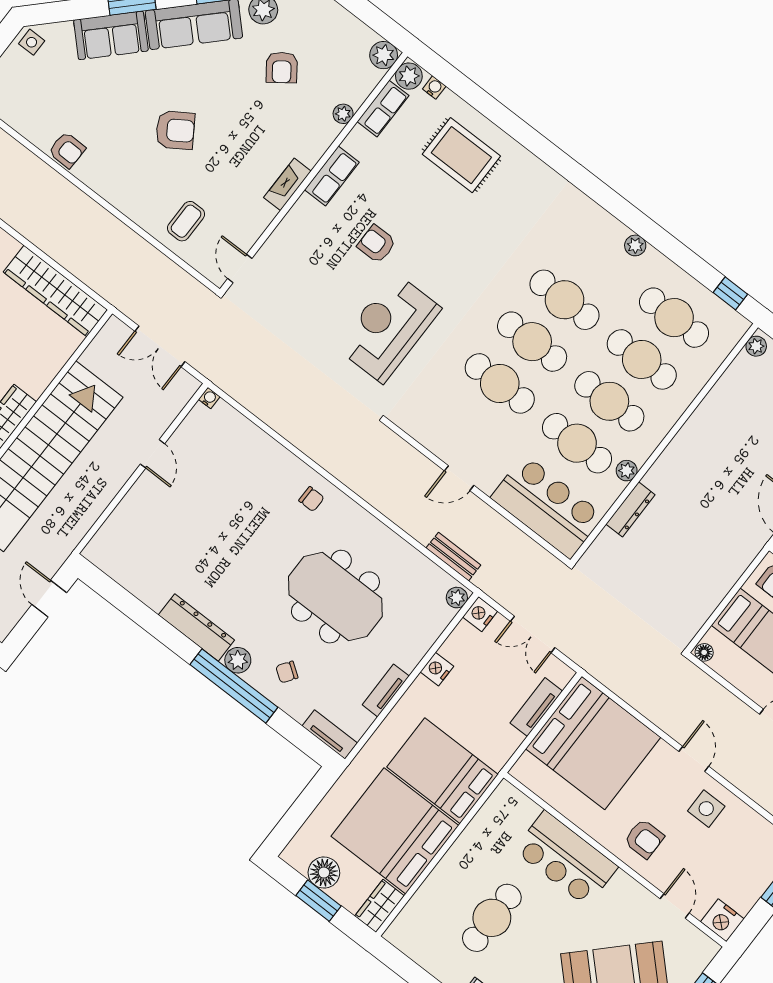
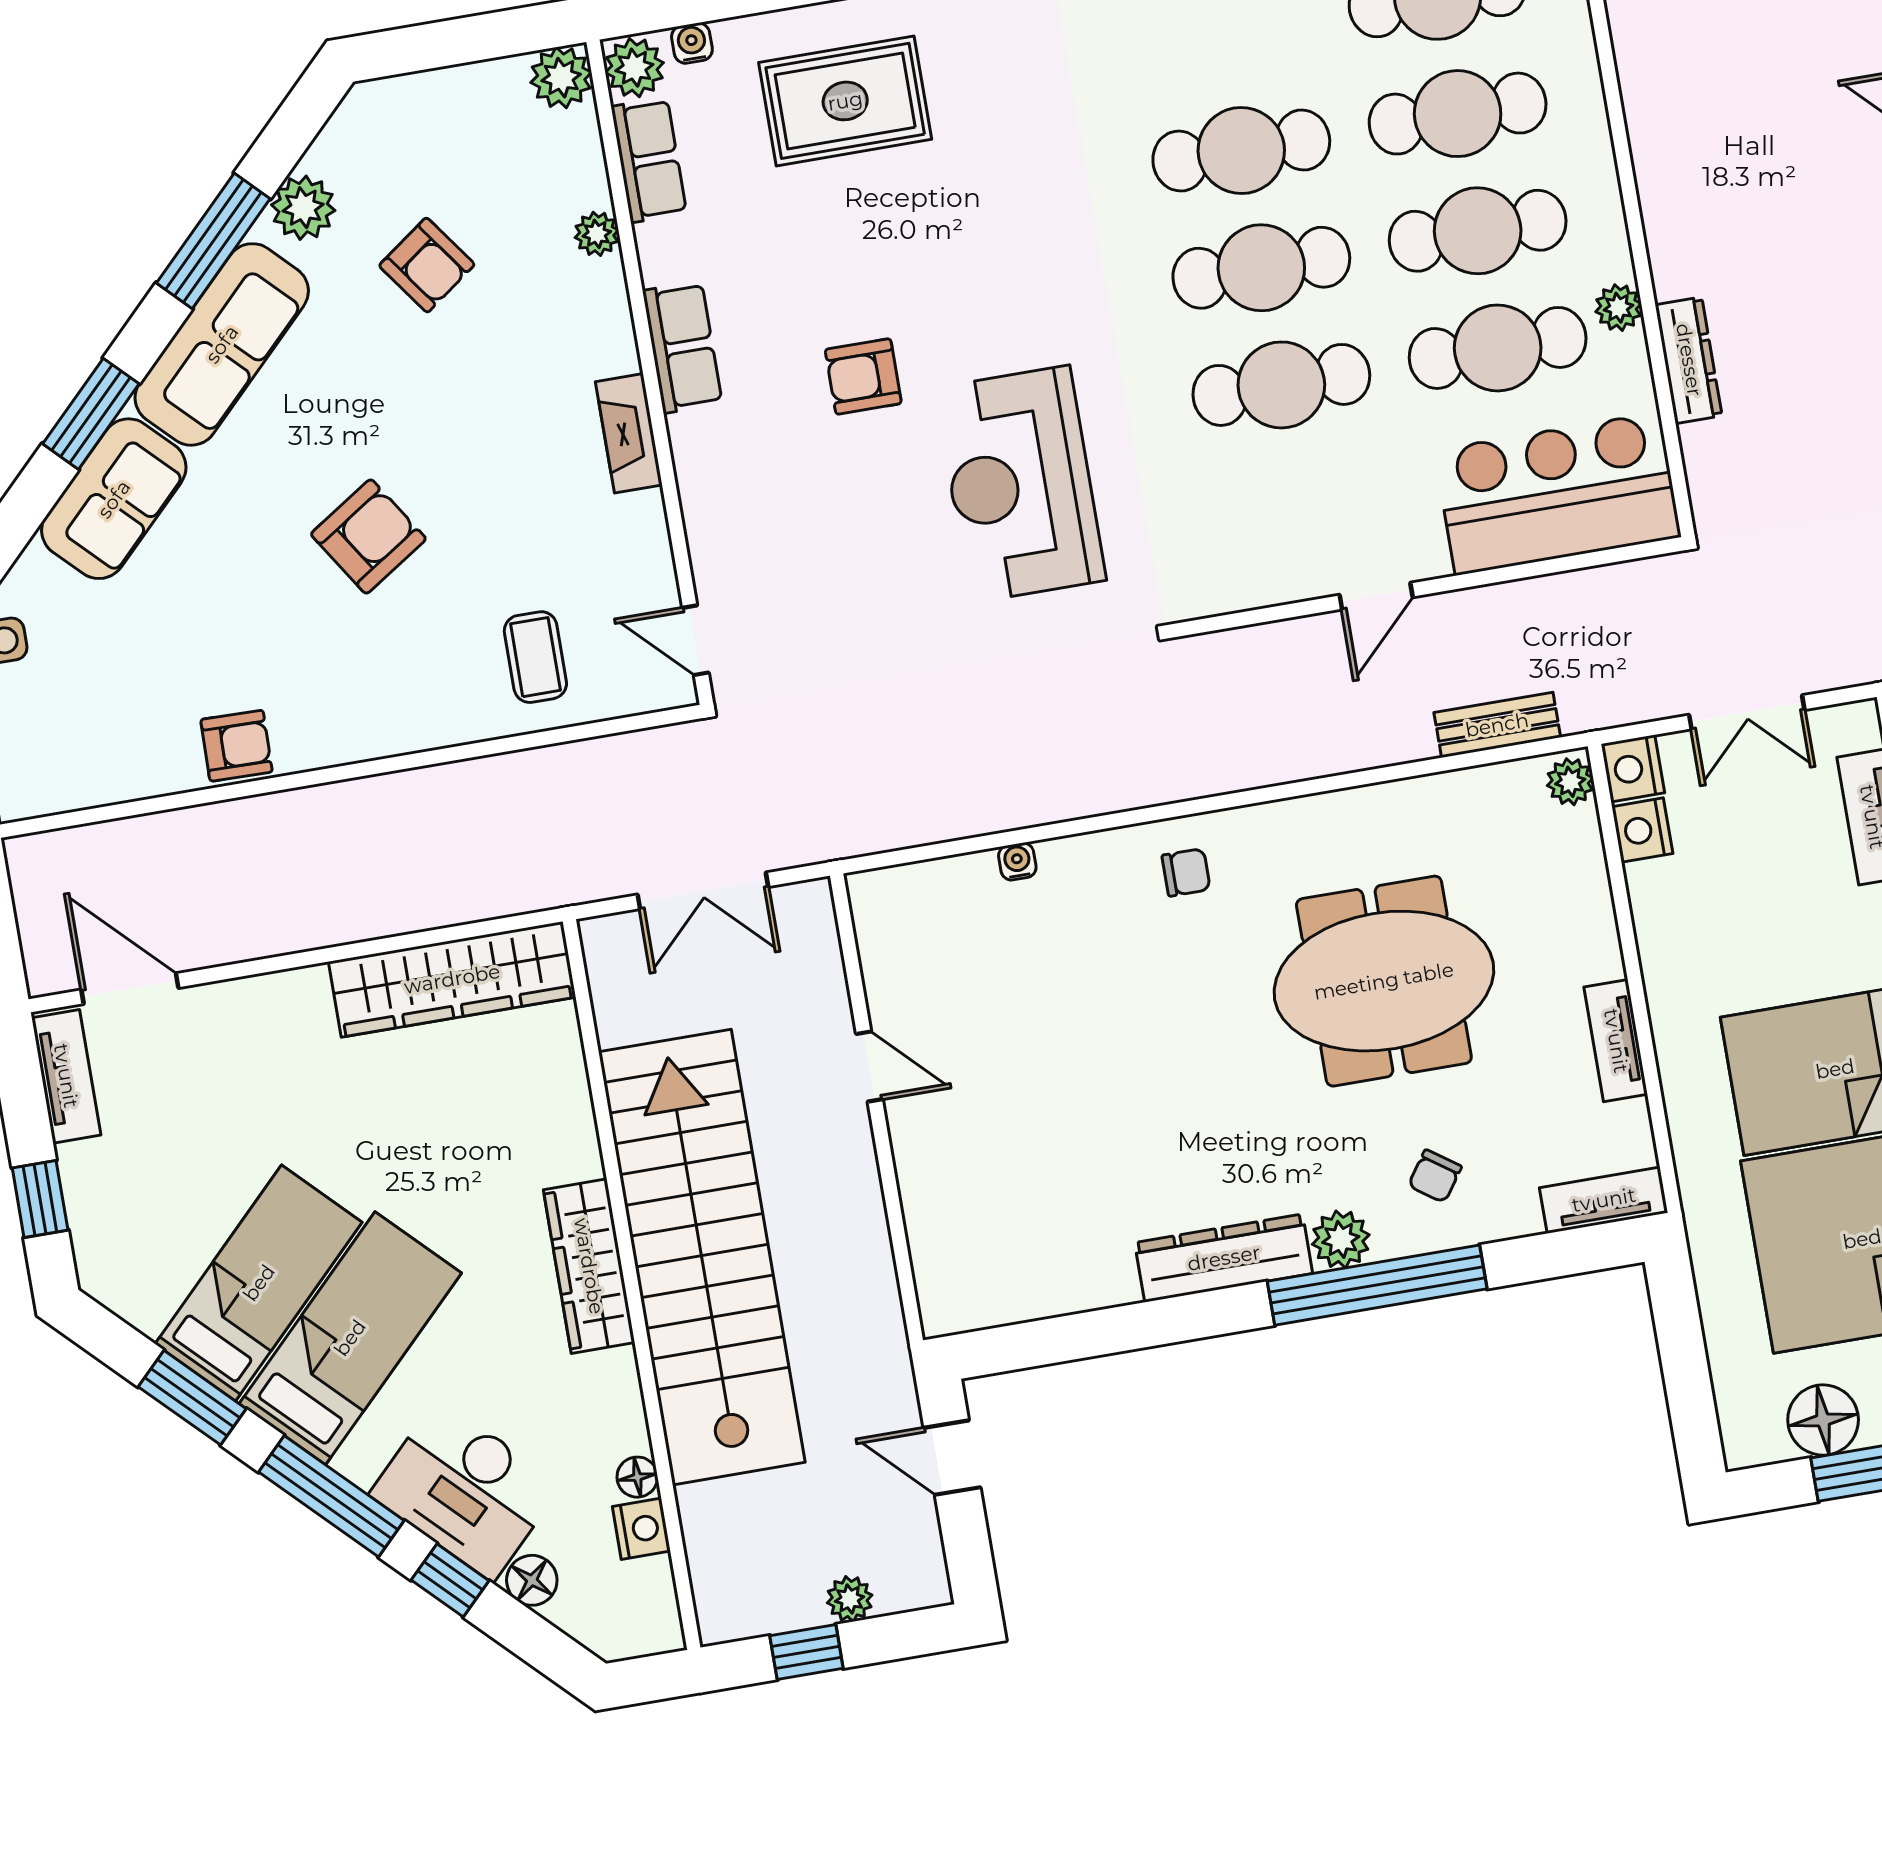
water cooler: (209, 398) -> (1017, 862), moved
nightstand: (437, 669) -> (1642, 830), moved

